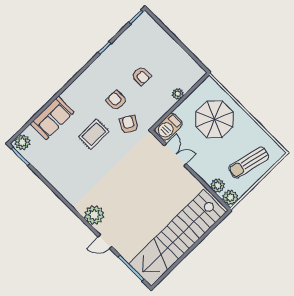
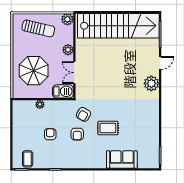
coffee table: (140, 32) -> (28, 159), added
plant: (22, 142) -> (151, 162), removed
plant: (218, 186) -> (68, 50), moved
door: (105, 242) -> (160, 63), hinge flipped

